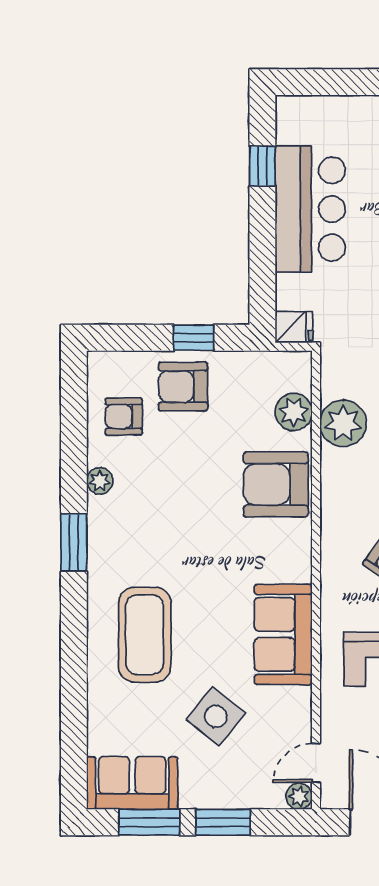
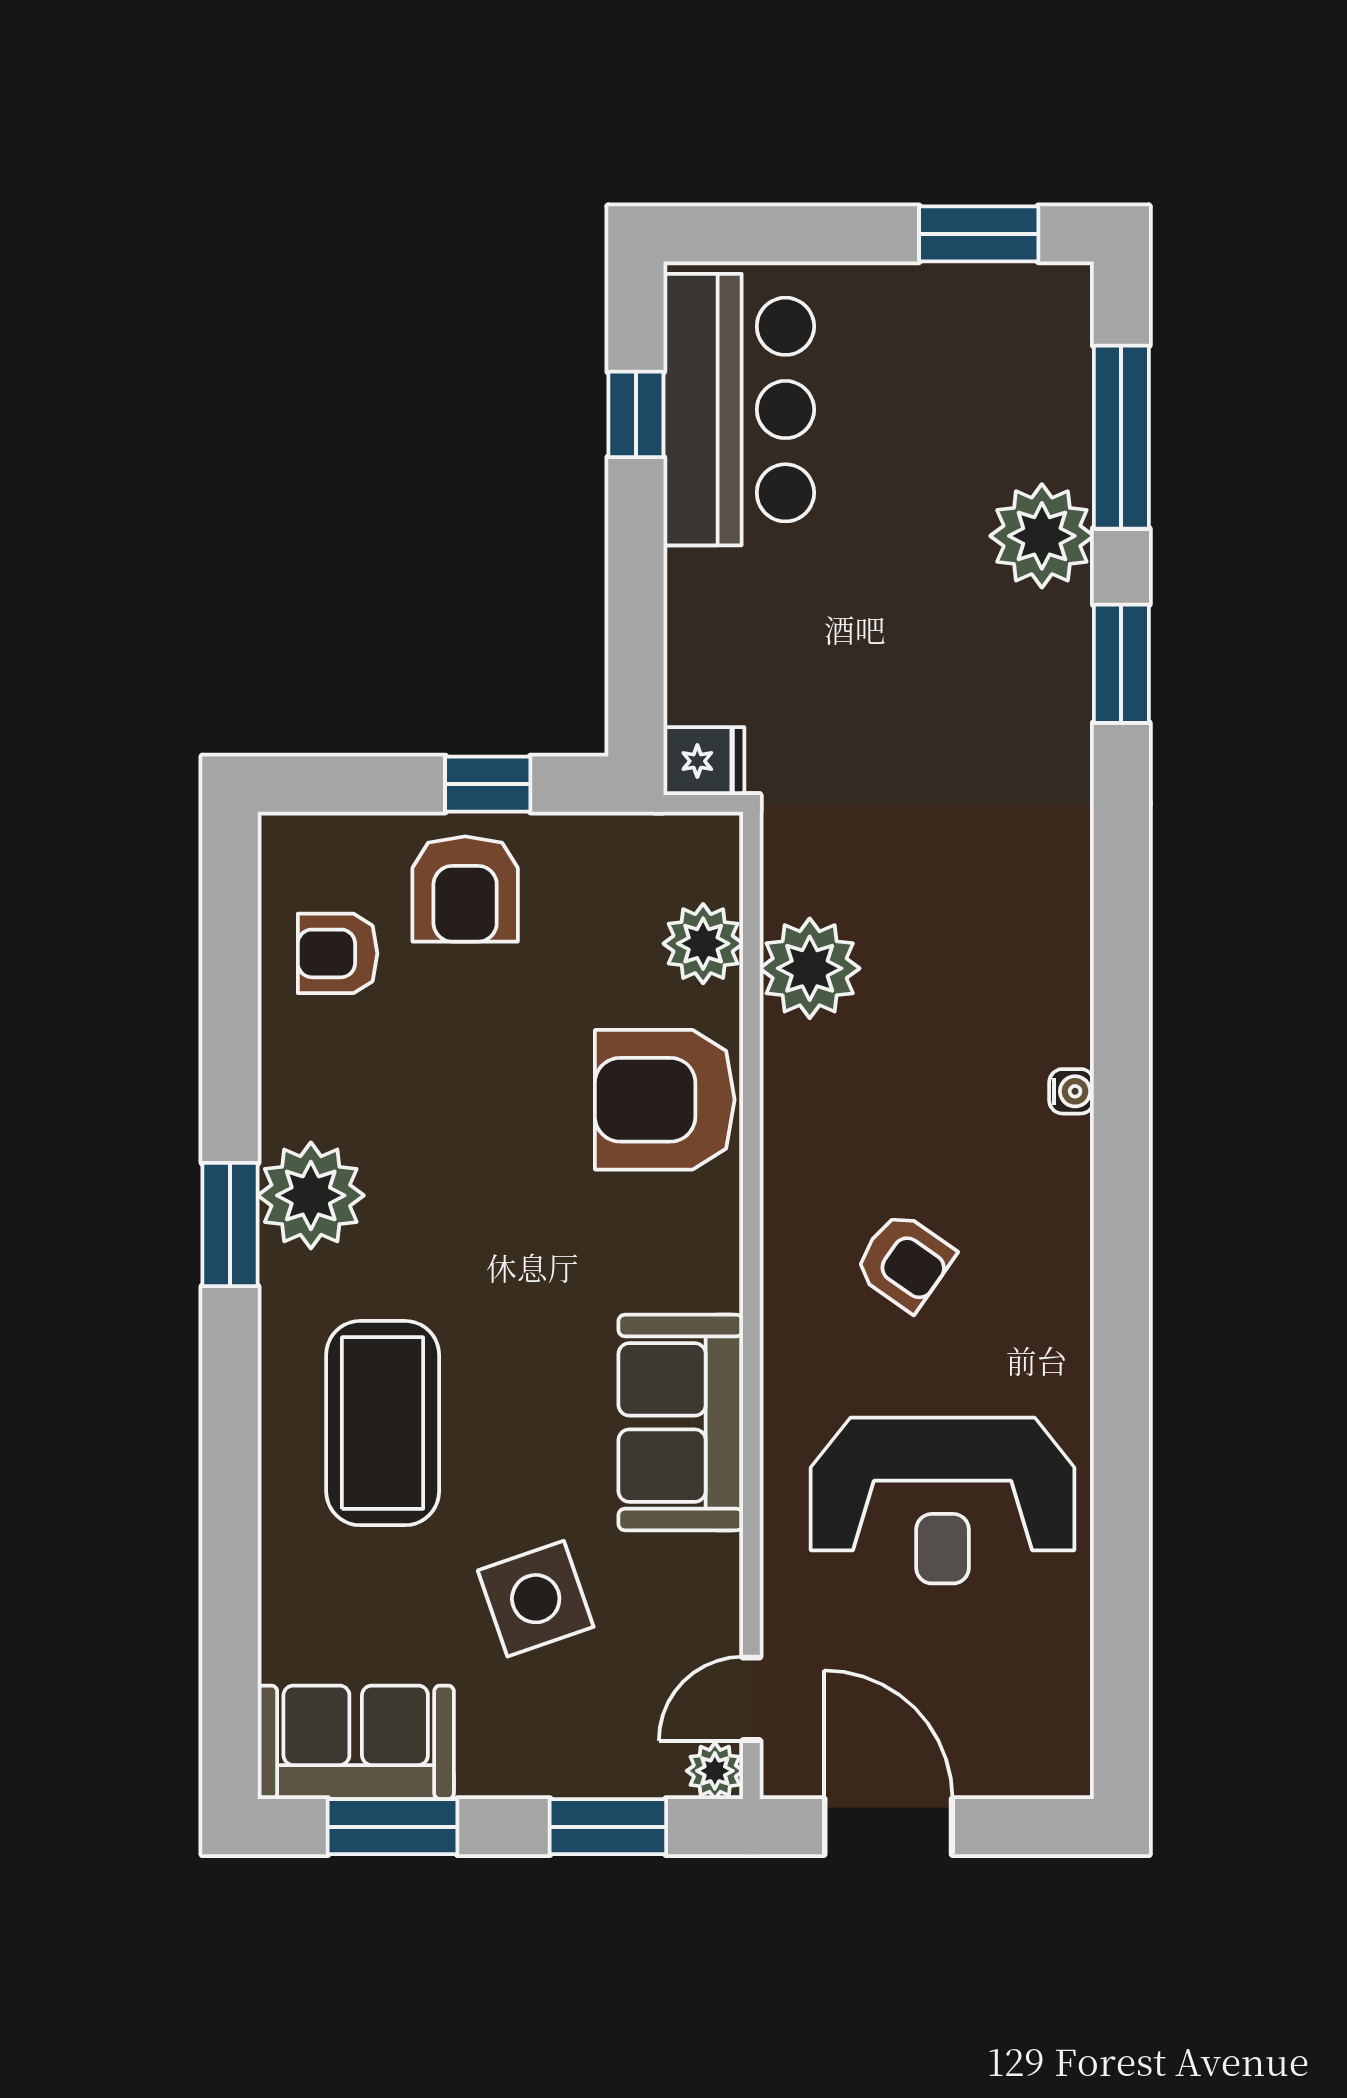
bar counter: (310, 209) -> (739, 410), moved
armchair: (183, 387) -> (465, 889), turned -90
plant: (100, 481) -> (311, 1195), moved, width x1.88, depth x1.88
side table: (216, 716) -> (536, 1599), turned 32
window: (223, 822) -> (608, 1827), moved

